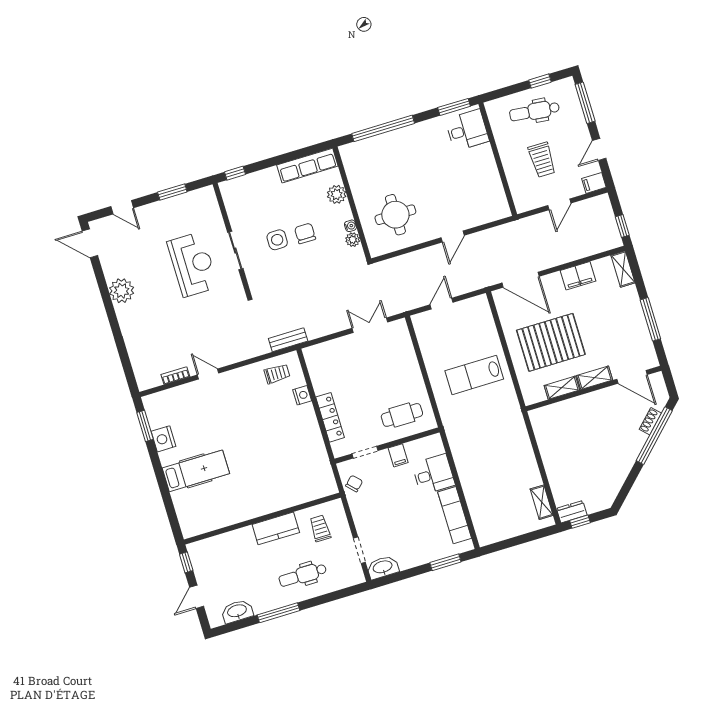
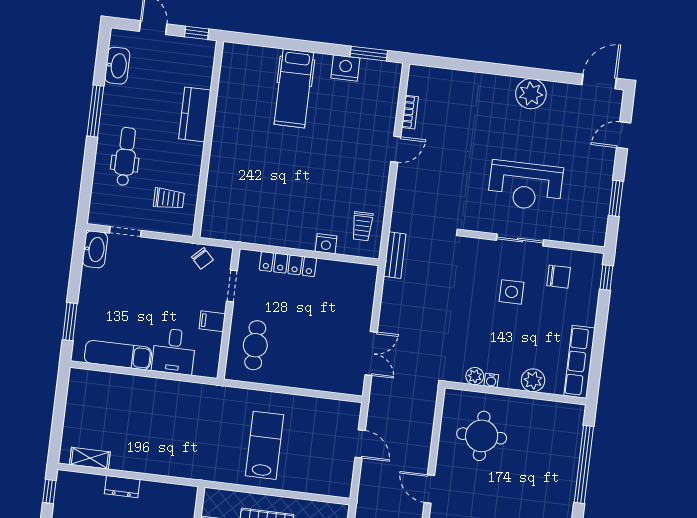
chair: (305, 233) -> (559, 277), moved
dresser: (572, 512) -> (122, 487), moved, turned 90
kitchen counter: (276, 528) -> (195, 114), moved

